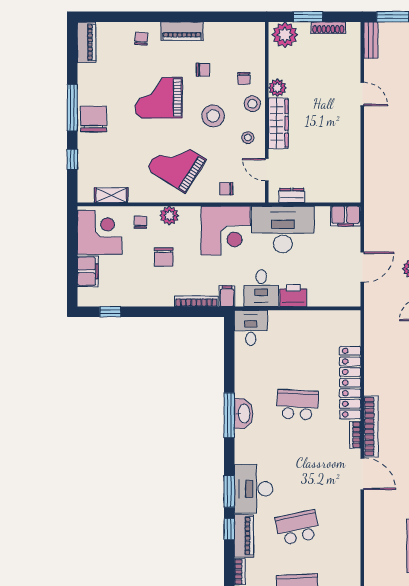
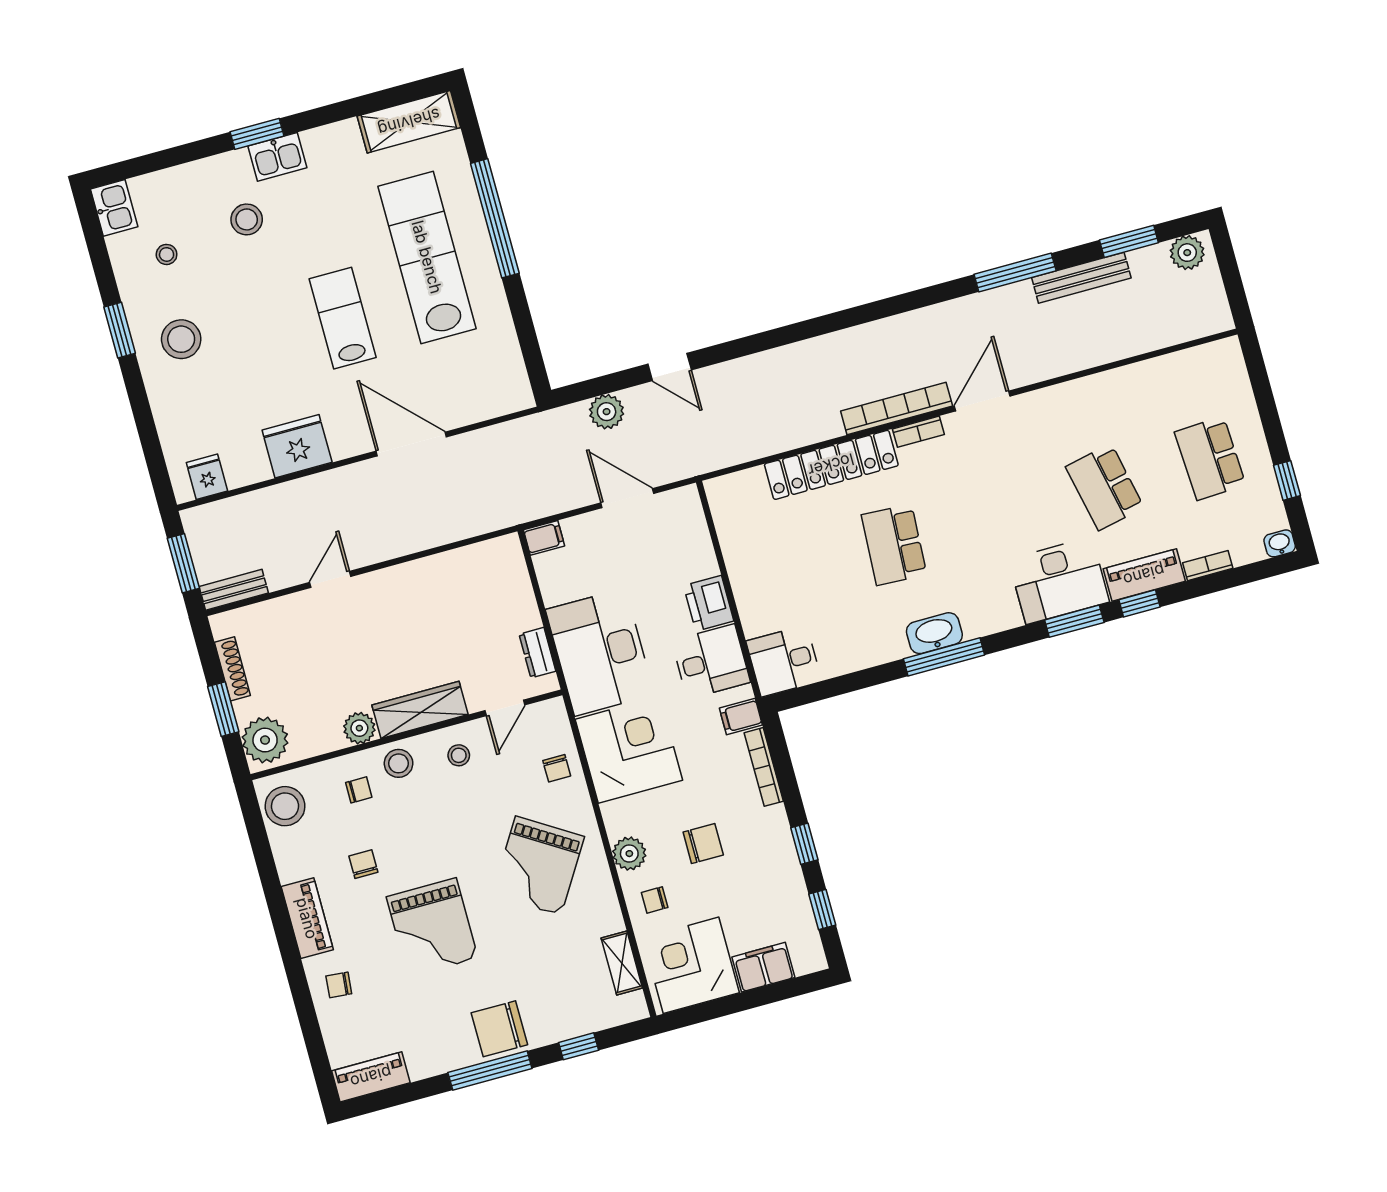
stool: (213, 116) -> (285, 806), moved
filing cabinet: (346, 216) -> (544, 538), width x0.50
window: (149, 312) -> (804, 844), added

